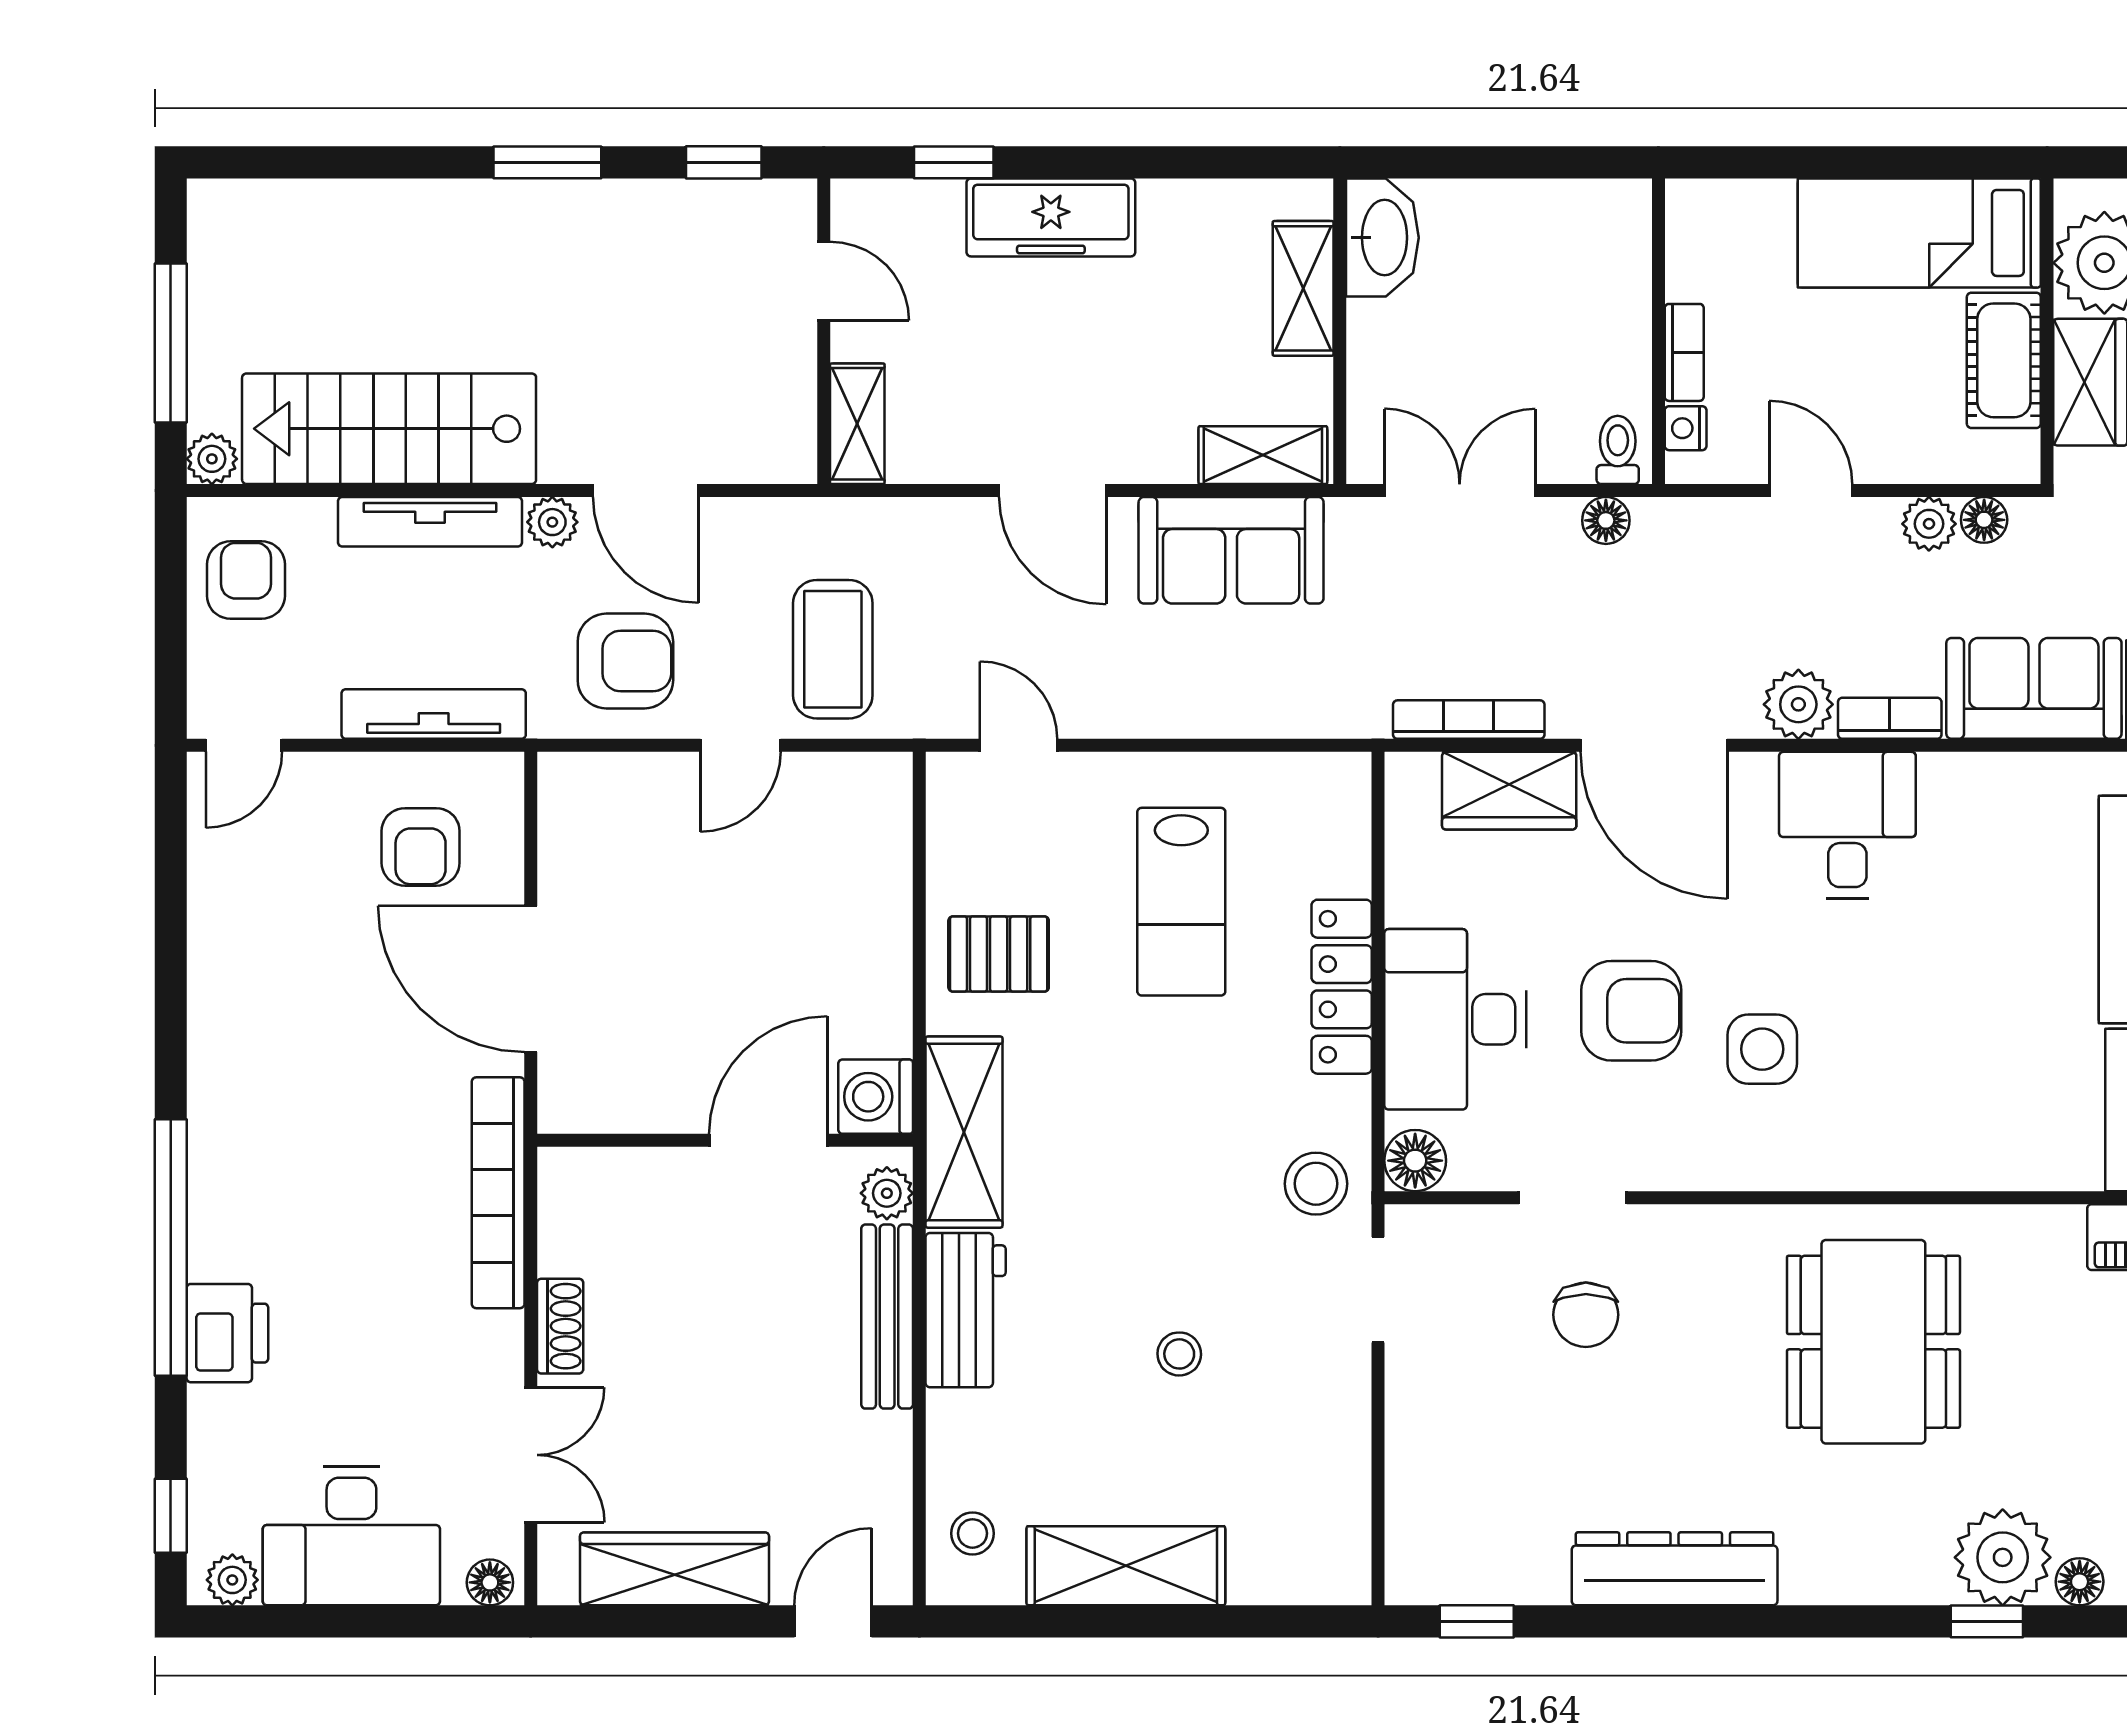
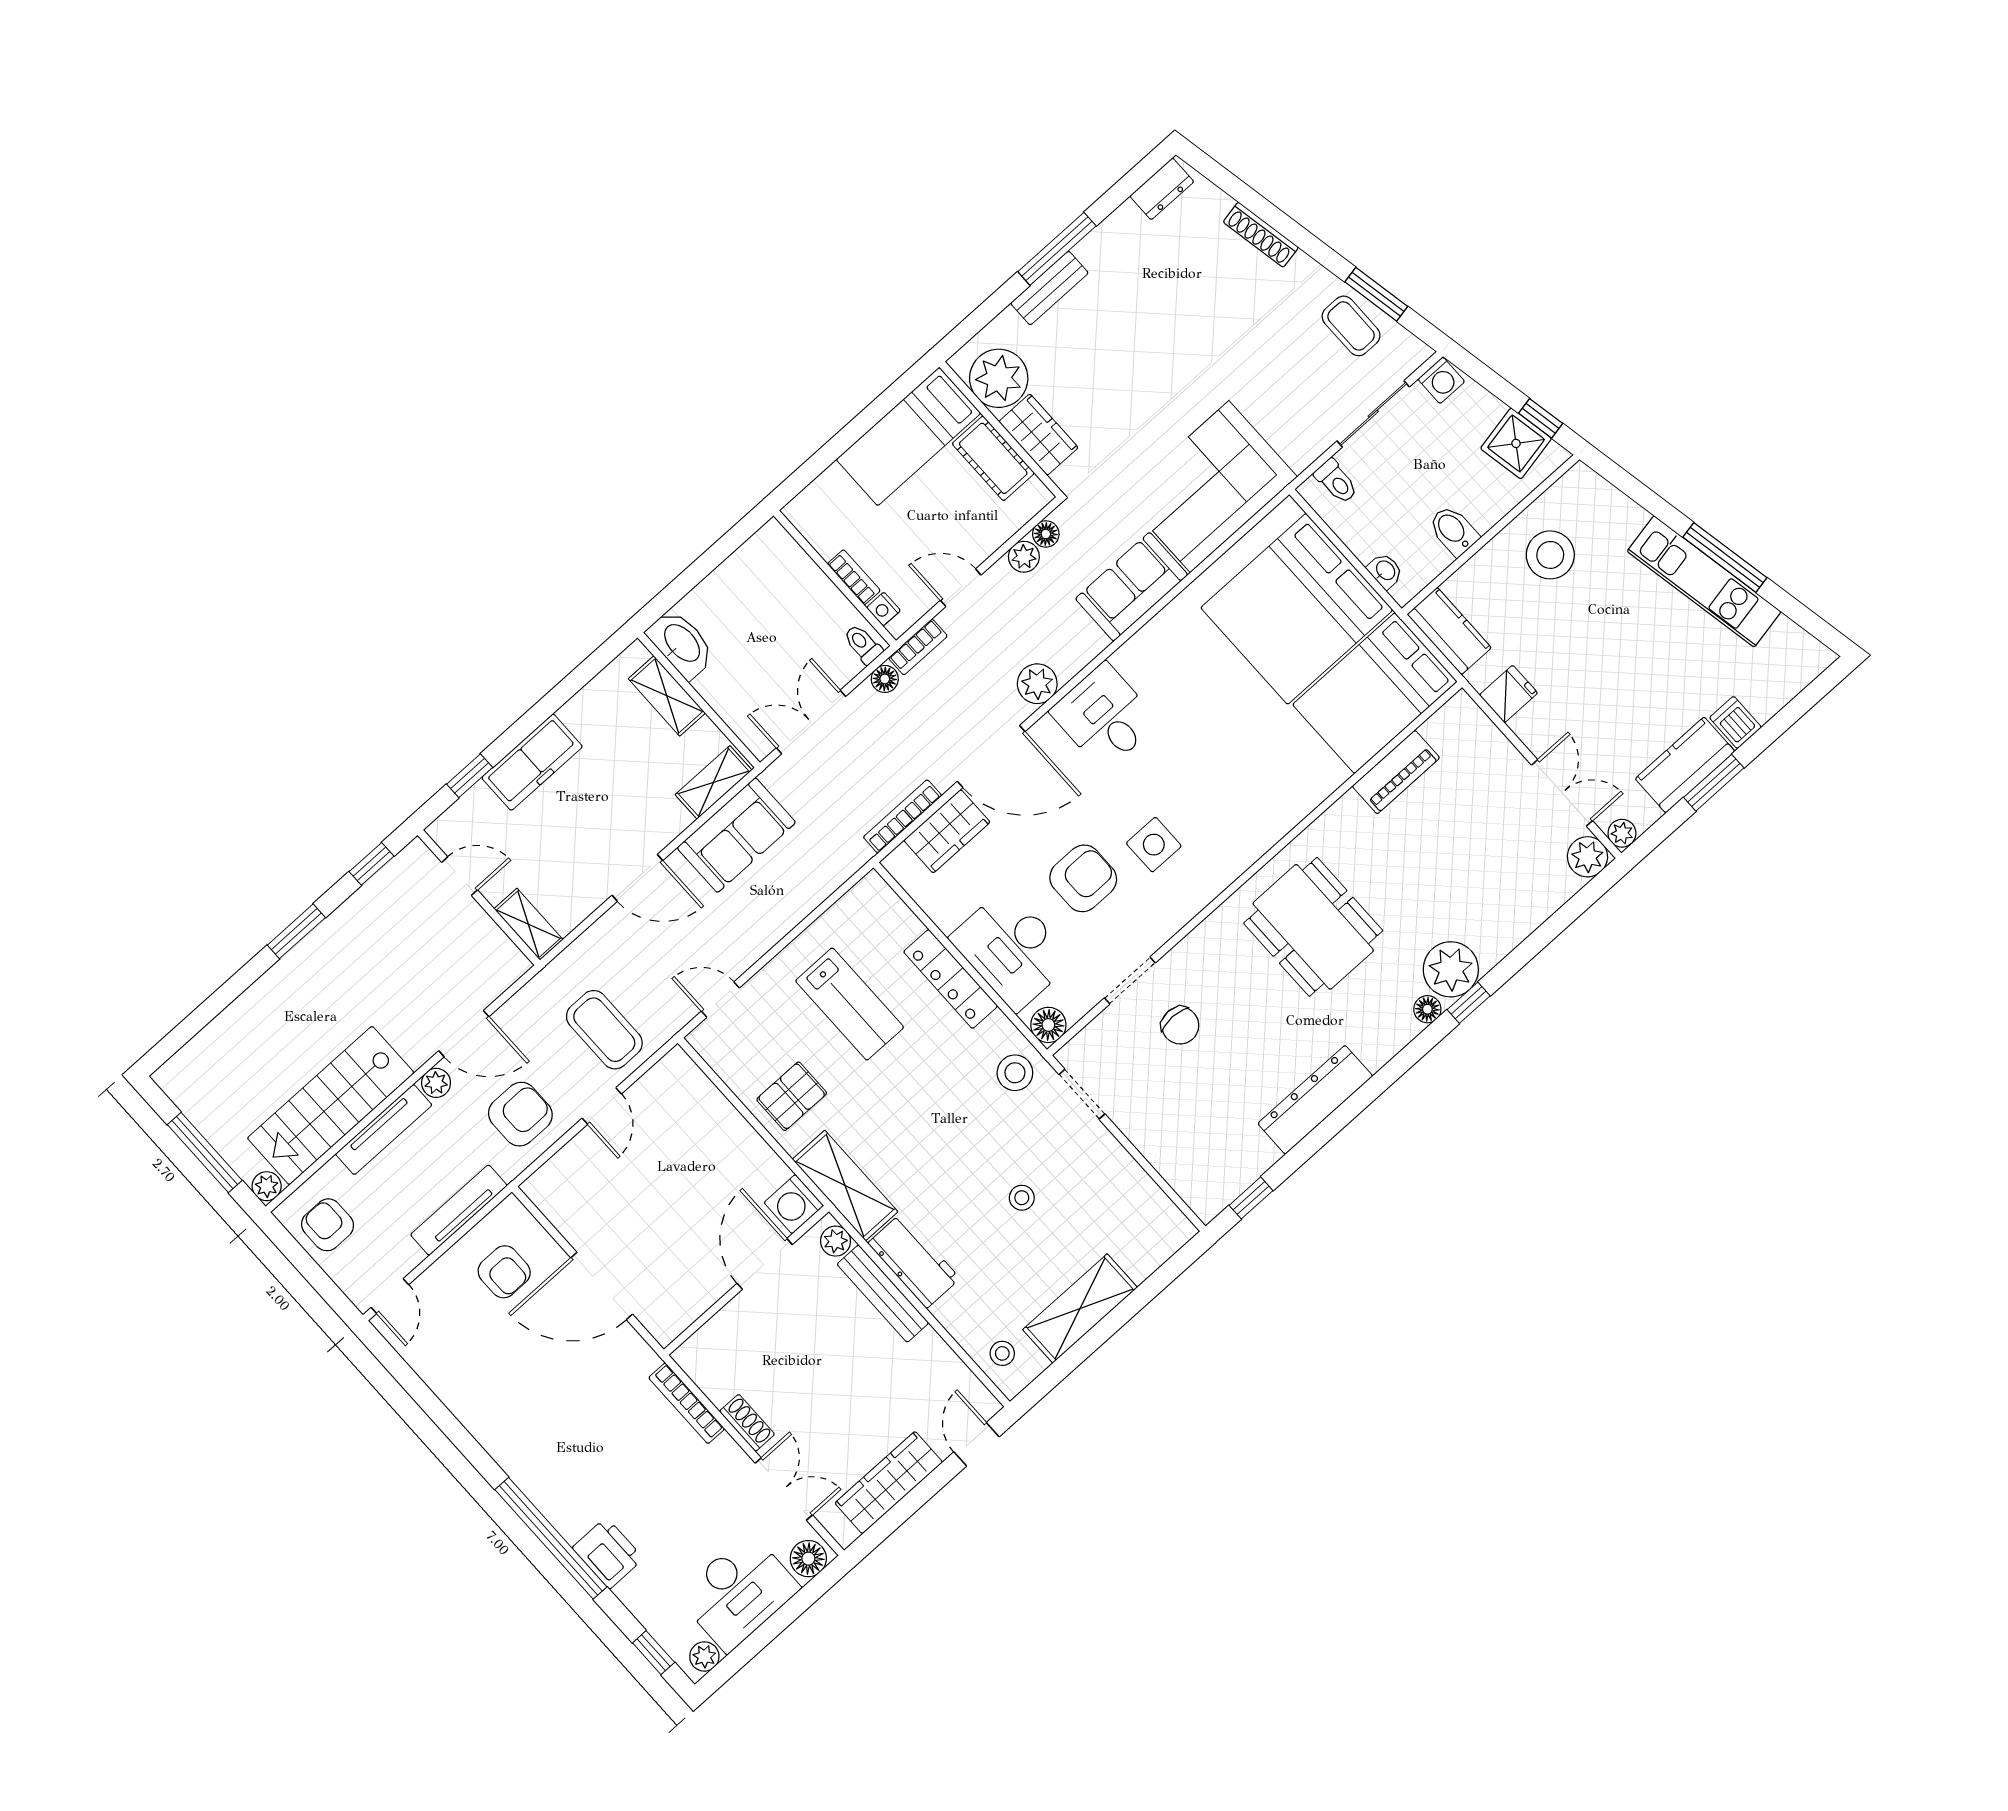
bookcase: (1890, 718) -> (918, 647), moved, turned 180
bookcase: (498, 1193) -> (687, 1403), width x0.68, depth x0.76
floor lamp: (490, 1582) -> (808, 1559), width x1.37, depth x1.37
floor lamp: (2080, 1582) -> (1427, 1009), moved

